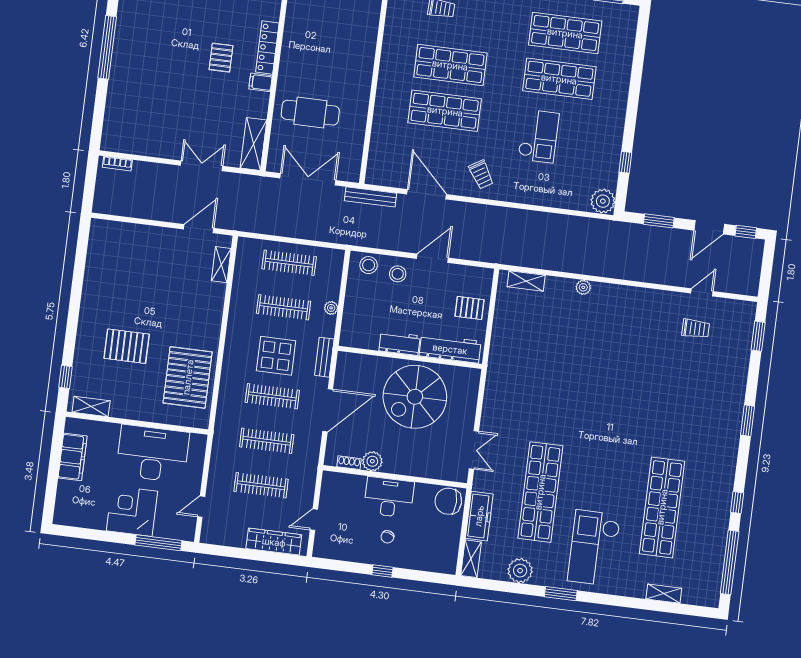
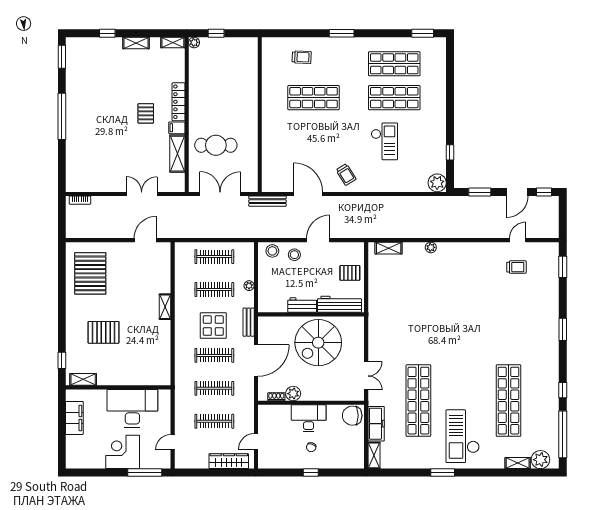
shop shelf: (445, 111) -> (314, 131), removed
shelving: (253, 144) -> (177, 154), moved
shelving: (221, 265) -> (165, 307), moved
pallet: (188, 377) -> (90, 273), moved
plant: (520, 571) -> (540, 460), moved

